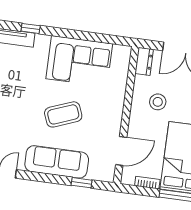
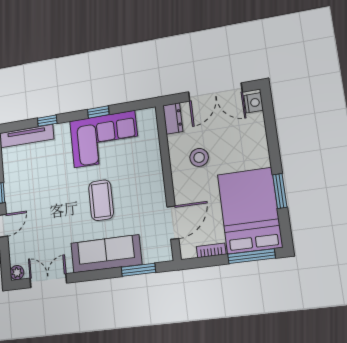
window: (80, 35) -> (98, 112), added
coffee table: (63, 114) -> (101, 200), turned -69
window: (82, 183) -> (138, 270), width x1.50

